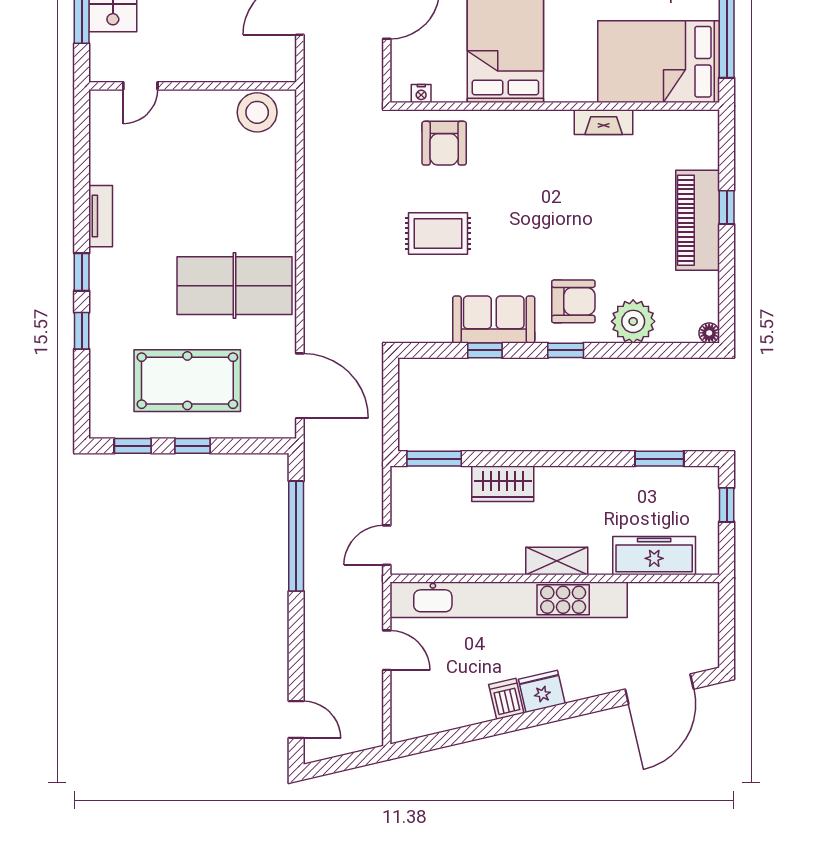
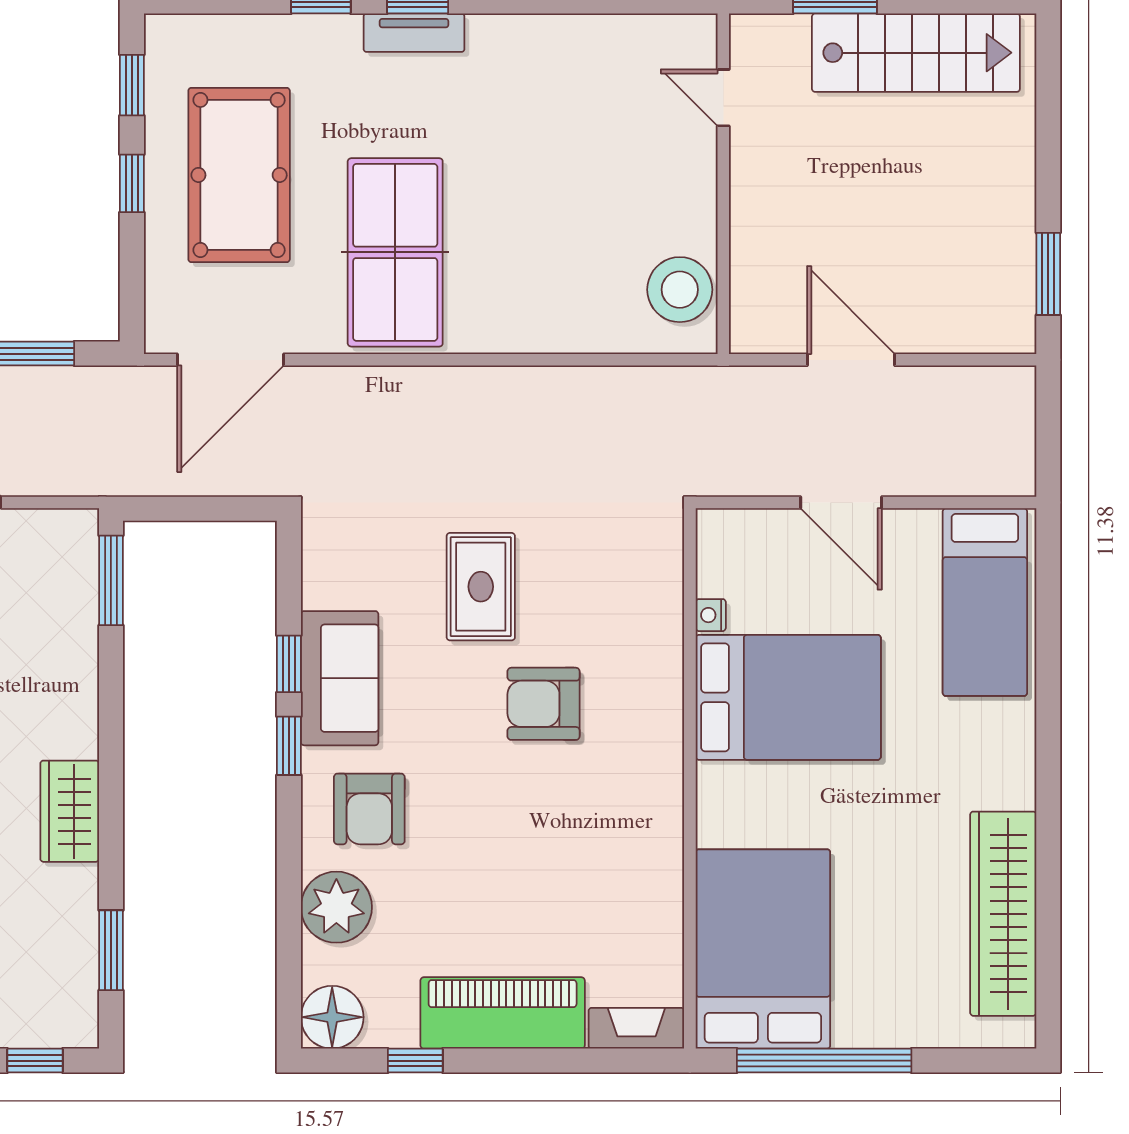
nightstand: (421, 93) -> (711, 615), moved
fireplace: (604, 122) -> (636, 1028), moved, turned 90
armchair: (444, 143) -> (544, 704), moved
window: (727, 207) -> (415, 1061), moved
tv unit: (101, 216) -> (414, 33), moved
floor lamp: (709, 333) -> (332, 1017), width x1.89, depth x1.89
window: (566, 350) -> (289, 746), moved
wardrobe: (503, 484) -> (70, 811), moved

